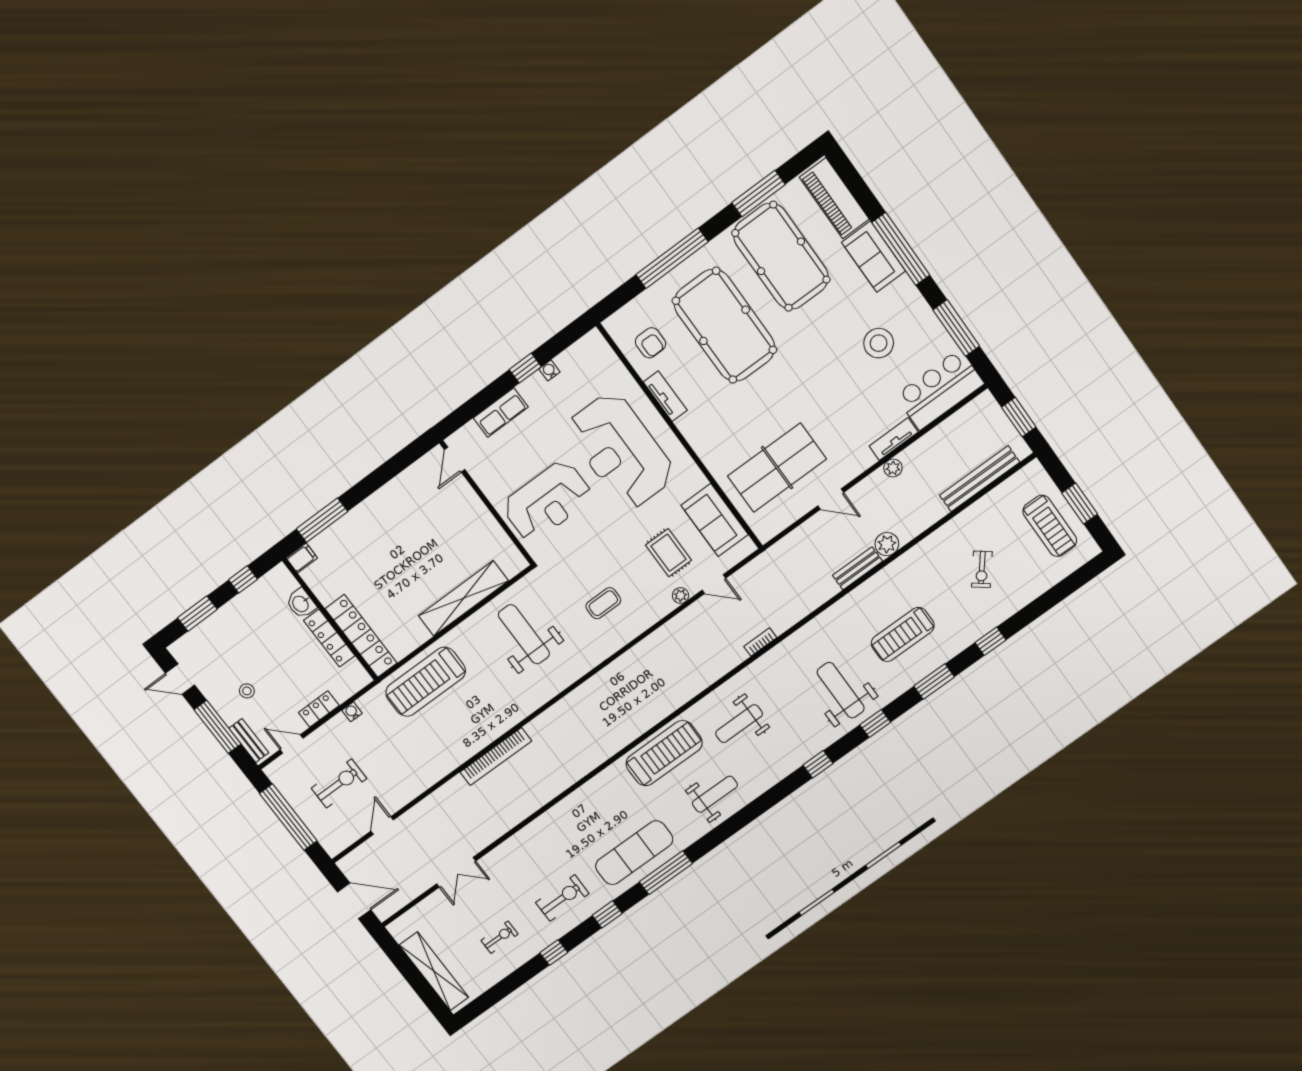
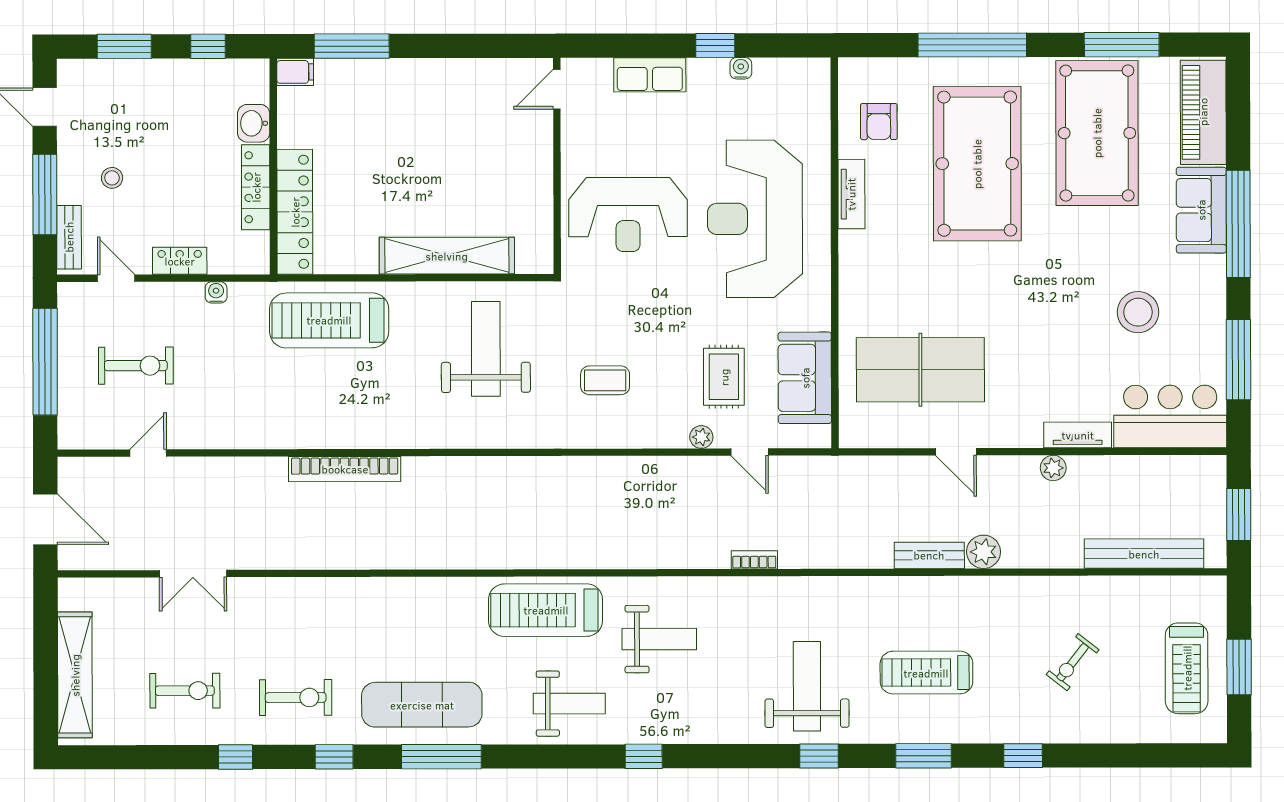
weight bench: (739, 724) -> (659, 639), turned 180
treadmill: (664, 753) -> (546, 610), turned 180
window: (818, 764) -> (644, 756), moved
exercise bike: (500, 937) -> (185, 691), width x1.38, depth x1.39

